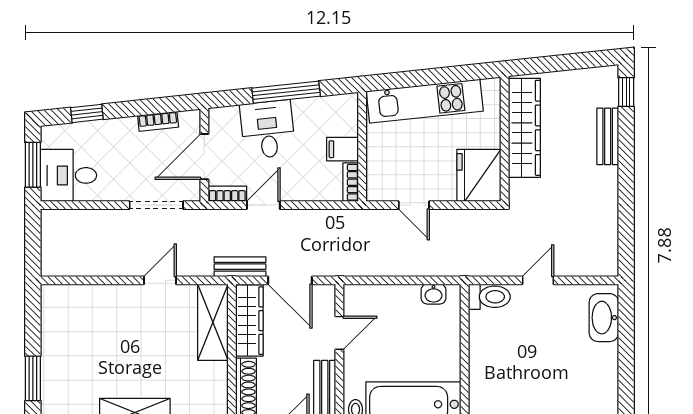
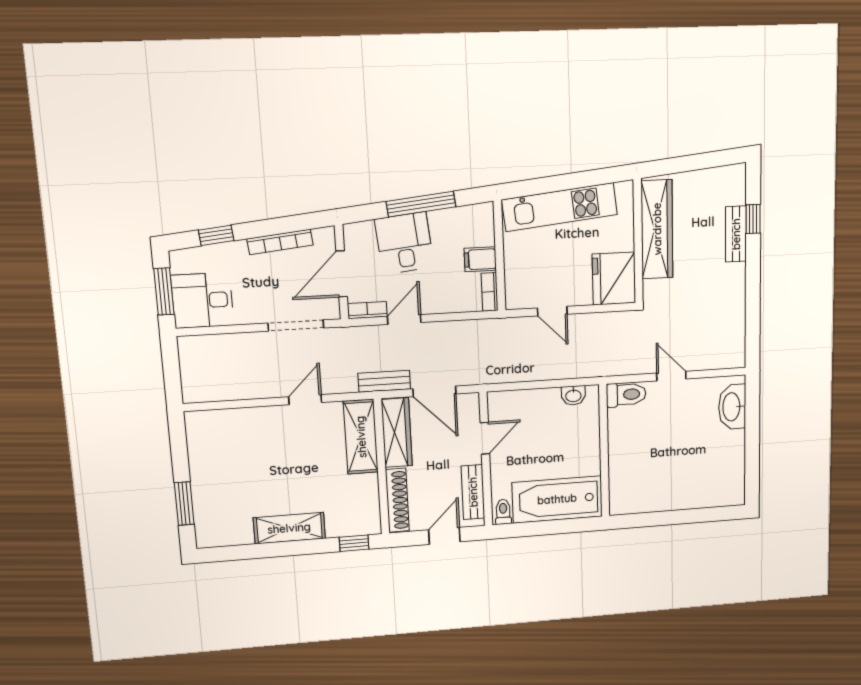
window: (626, 92) -> (753, 219), moved
bookcase: (158, 121) -> (280, 242), width x1.56
door: (538, 280) -> (671, 376), hinge flipped

